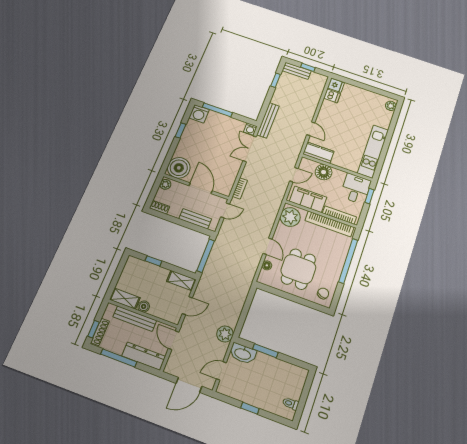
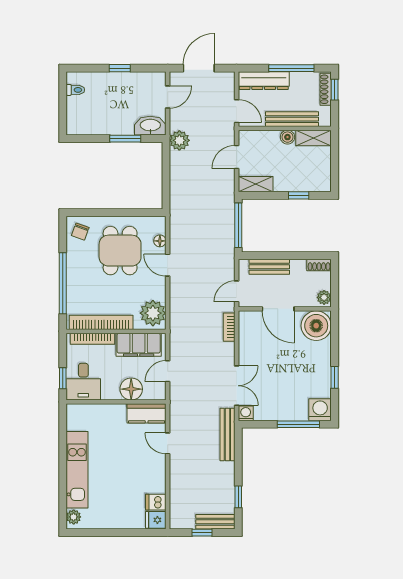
kitchen unit: (373, 151) -> (77, 470), moved

